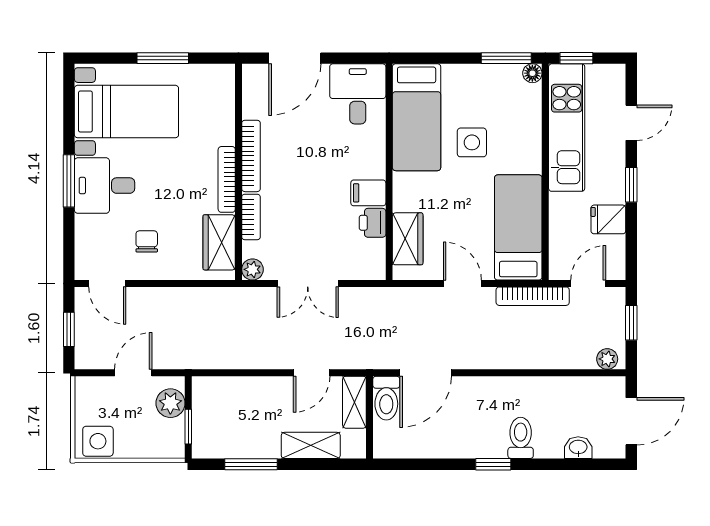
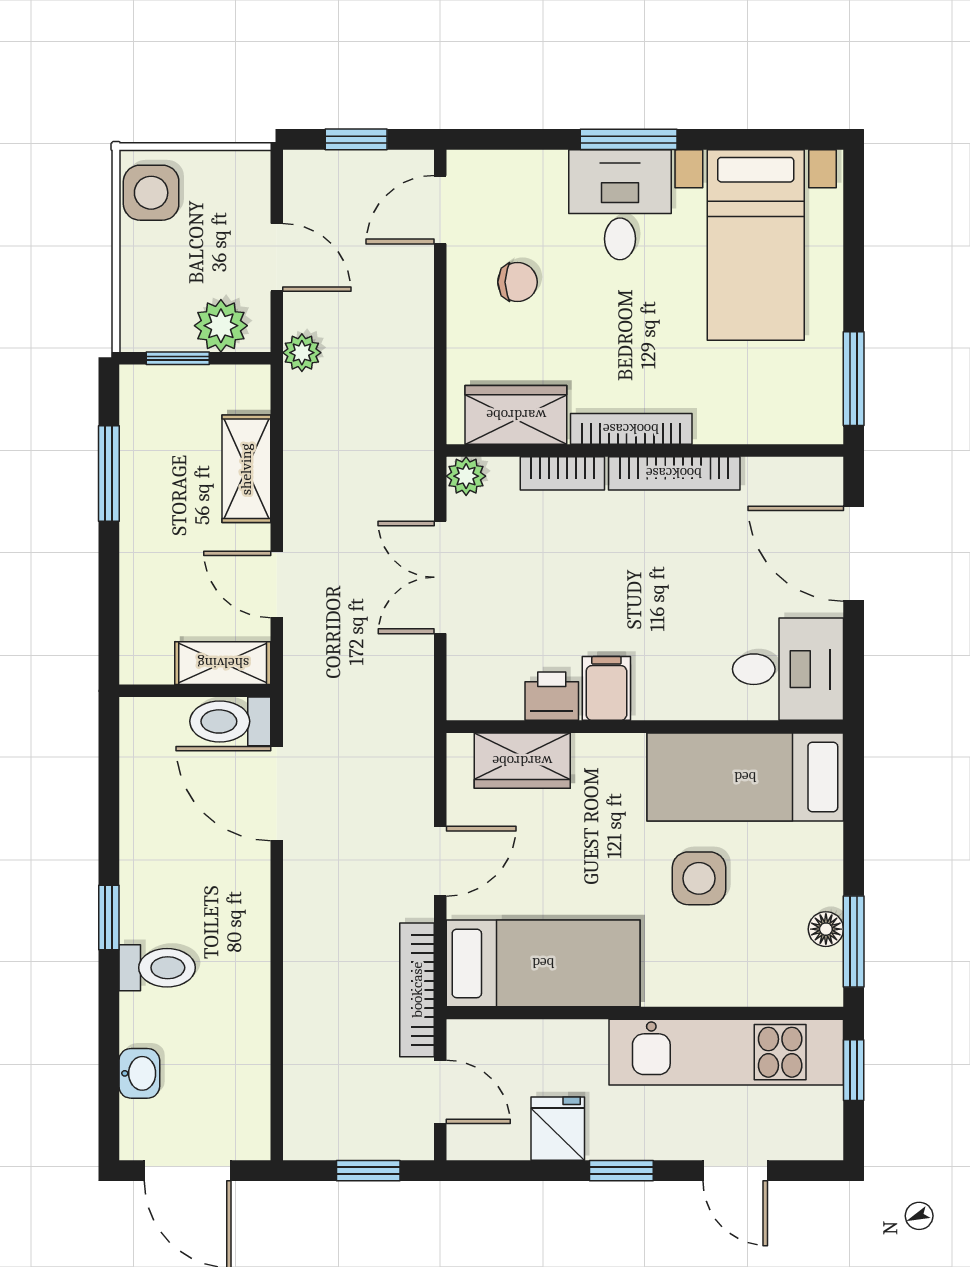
window: (163, 58) -> (854, 379), moved
floor lamp: (532, 73) -> (826, 929), moved
plant: (607, 359) -> (302, 353), moved
shelving: (311, 445) -> (246, 469), moved

